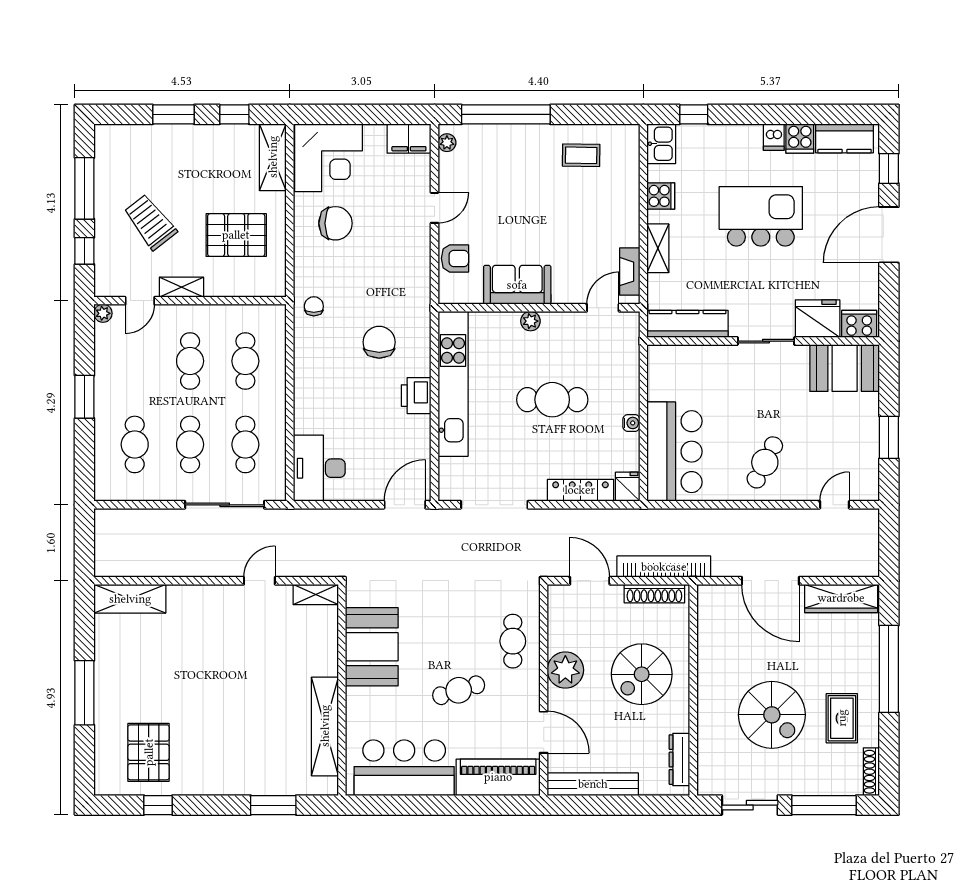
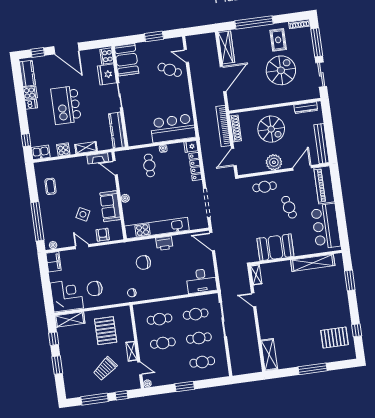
side table: (508, 220) -> (83, 214), added
chair: (335, 223) -> (95, 288), turned -90
cafe table: (552, 400) -> (149, 165), moved, width x0.73, depth x0.74
cafe table: (765, 462) -> (170, 70), moved
rug: (842, 718) -> (278, 40), turned 90

